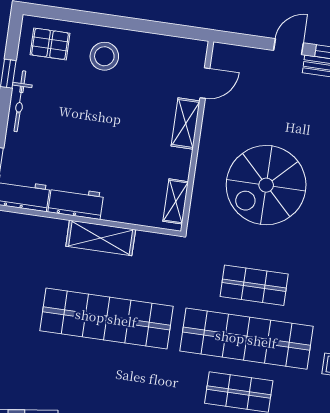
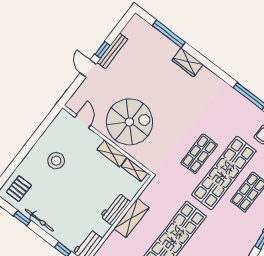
stool: (104, 56) -> (56, 161), moved
shelving: (186, 123) -> (112, 153), moved
spiral stairs: (266, 185) -> (129, 122), moved, turned -90
workbench: (76, 203) -> (115, 209), moved

